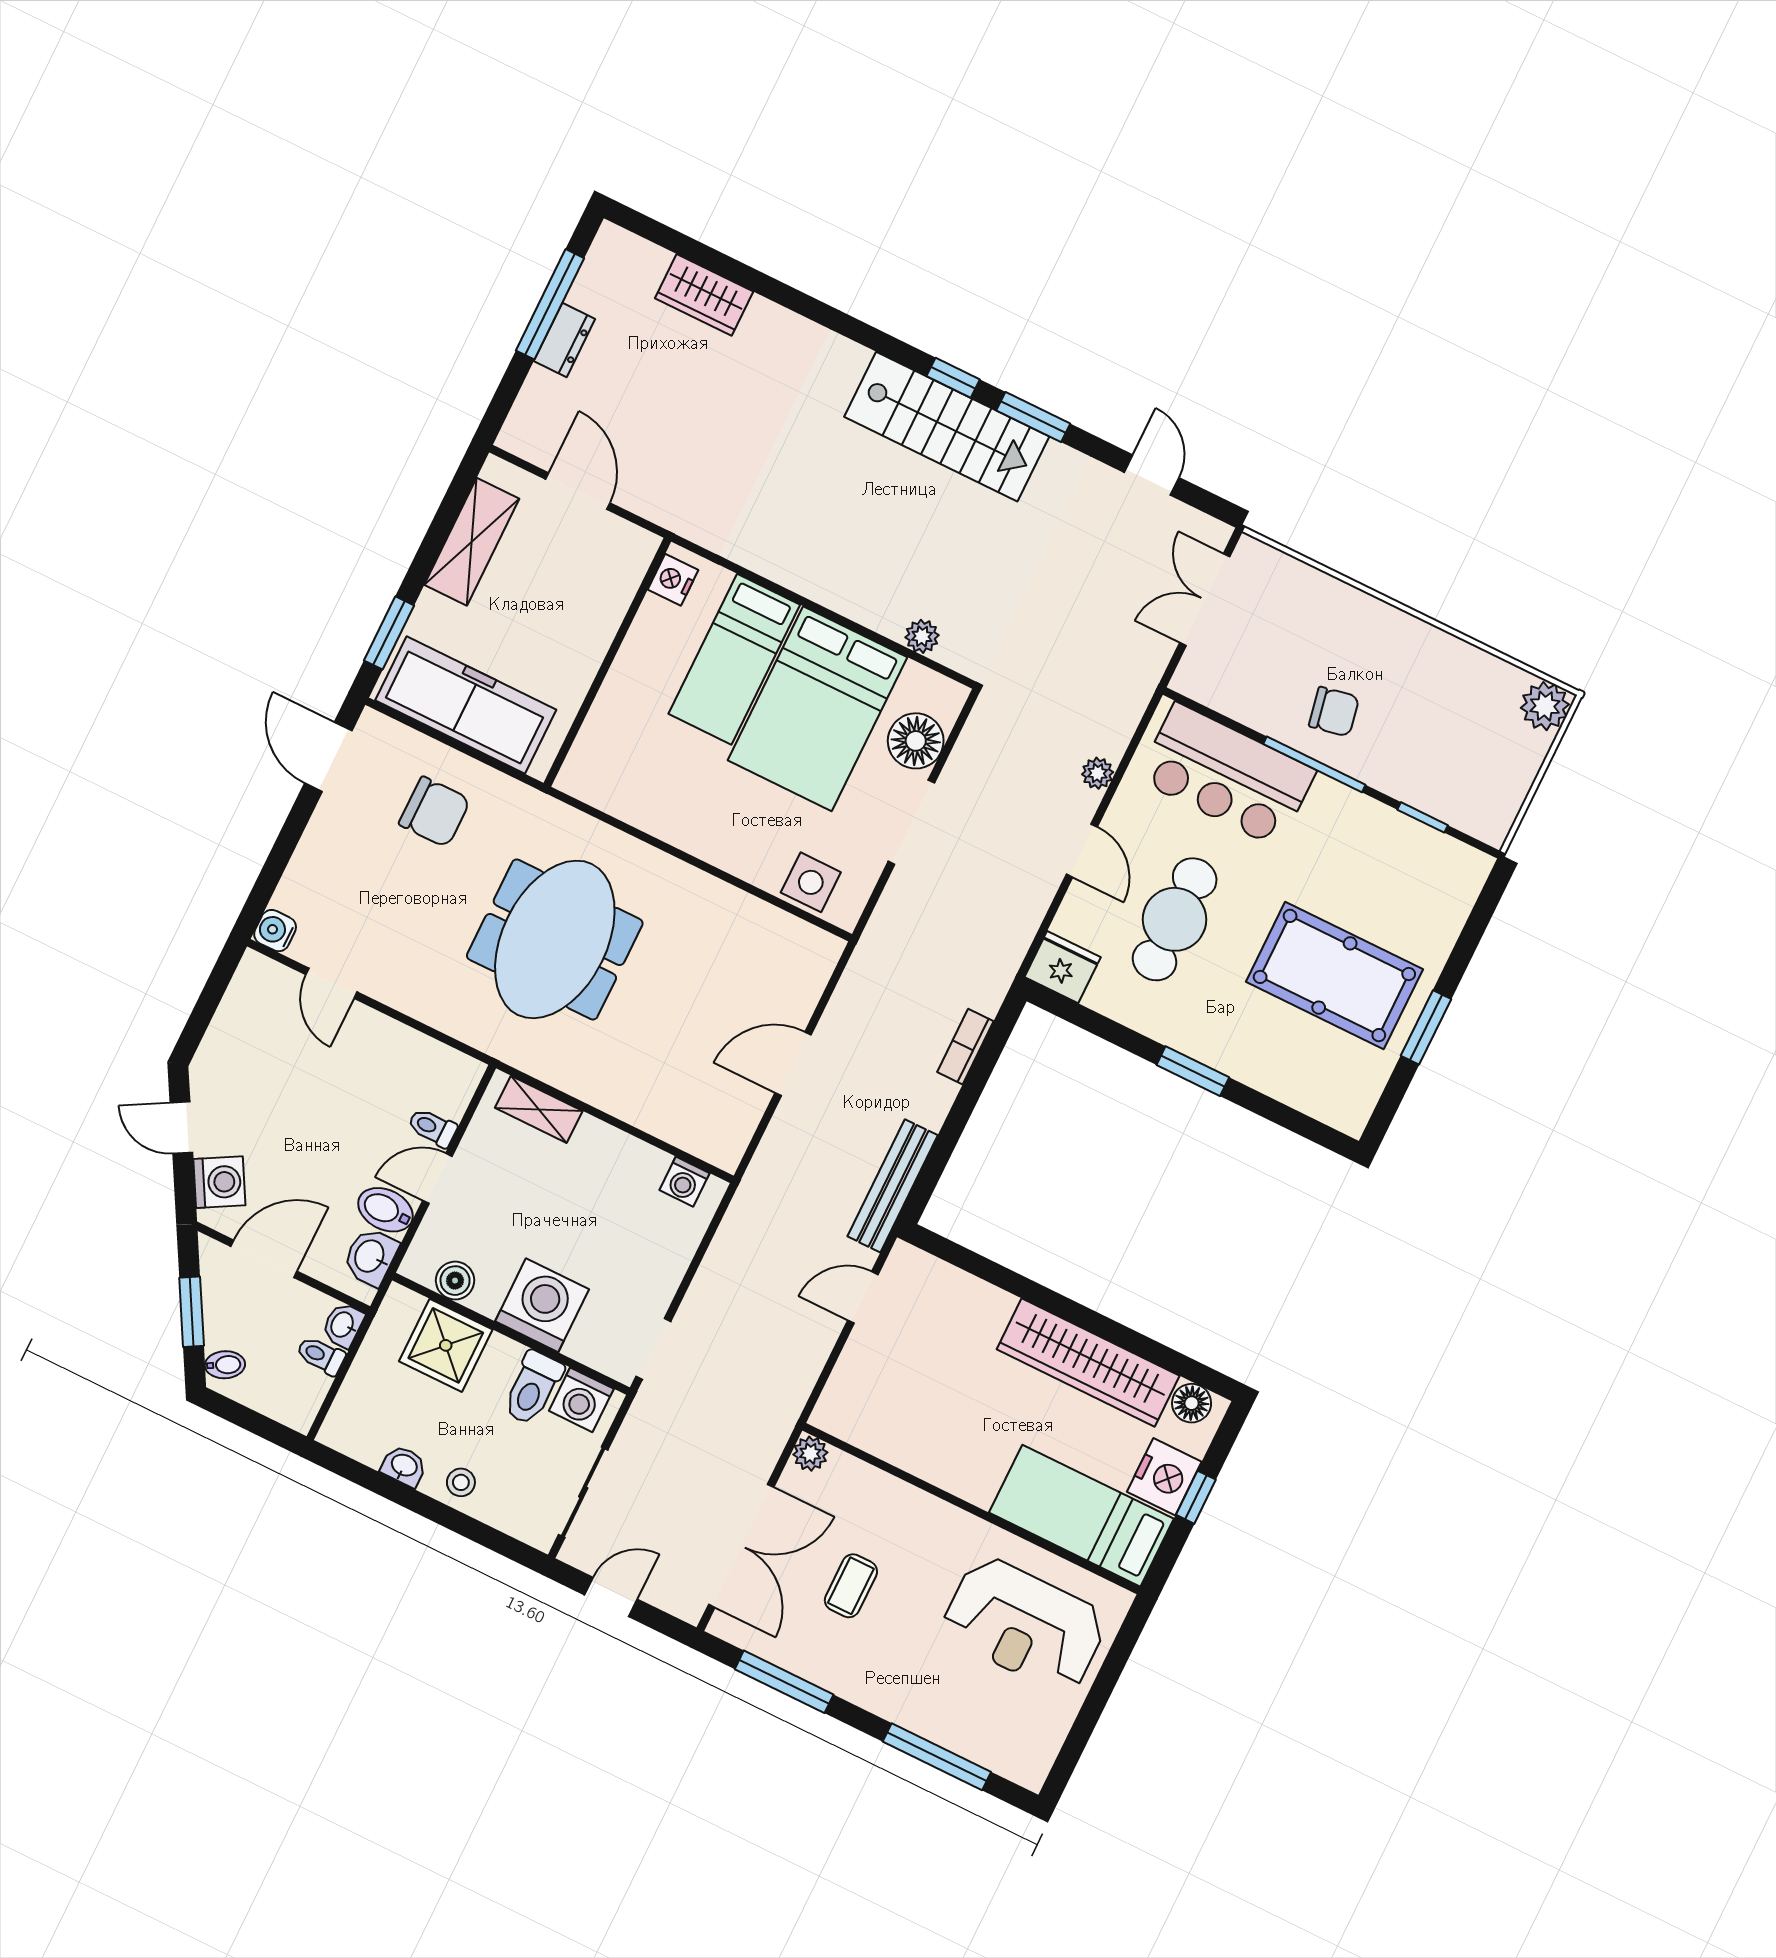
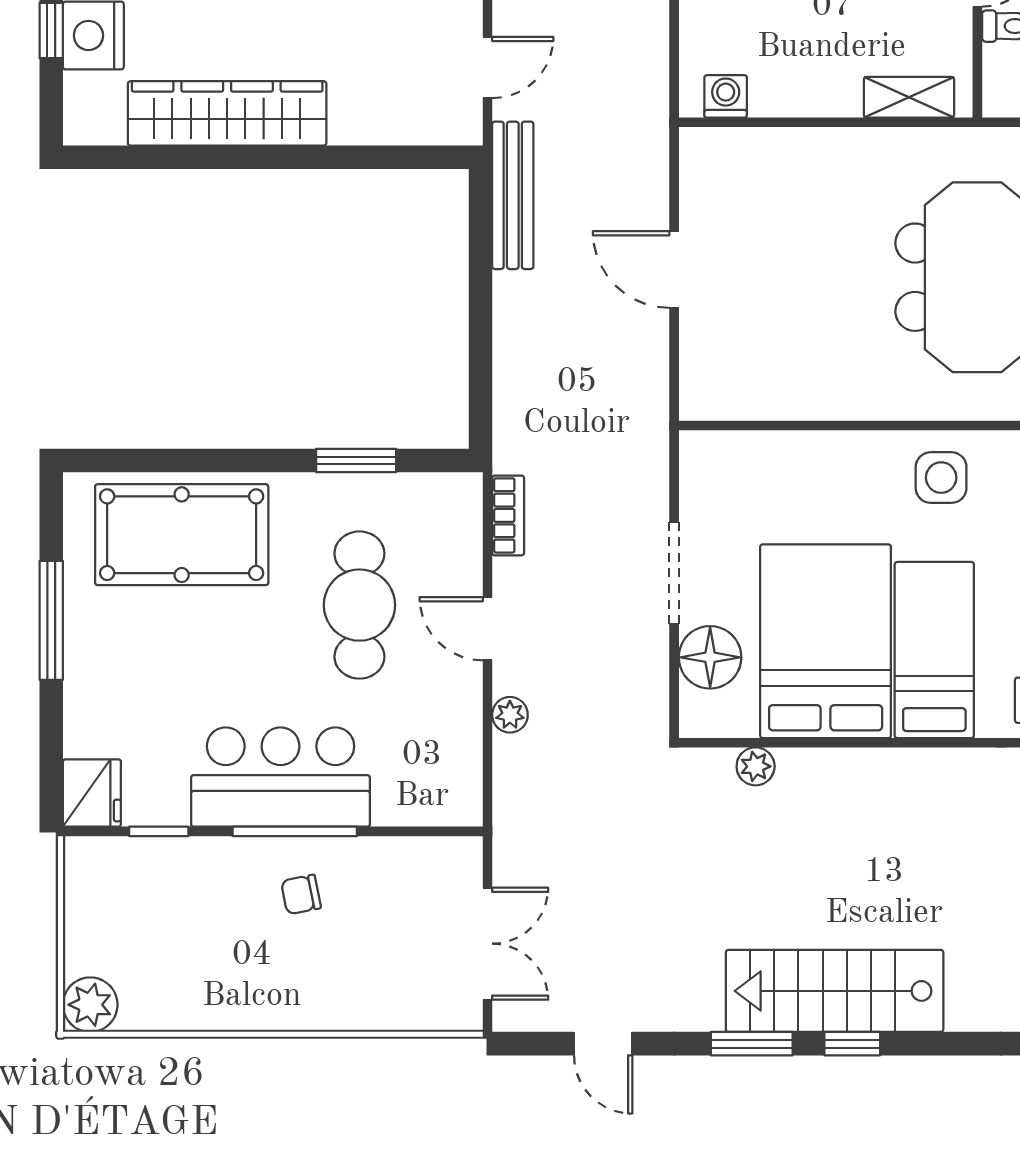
chair: (1334, 712) -> (301, 895), width x0.73, depth x0.73
bar counter: (1227, 775) -> (281, 777), moved
side table: (811, 882) -> (941, 478), moved
fridge: (1063, 967) -> (92, 793), moved, turned -90
pool table: (1334, 975) -> (182, 535), moved
window: (1426, 1027) -> (51, 620), width x1.44
bookcase: (965, 1047) -> (508, 515), moved
door: (793, 1064) -> (674, 269), swing flipped
window: (1193, 1071) -> (356, 460), moved
floor lamp: (1192, 1403) -> (102, 124), removed

